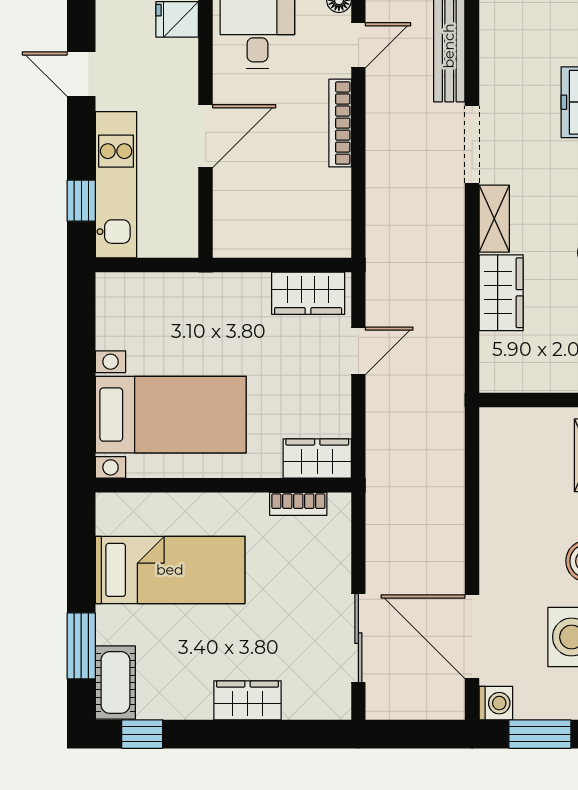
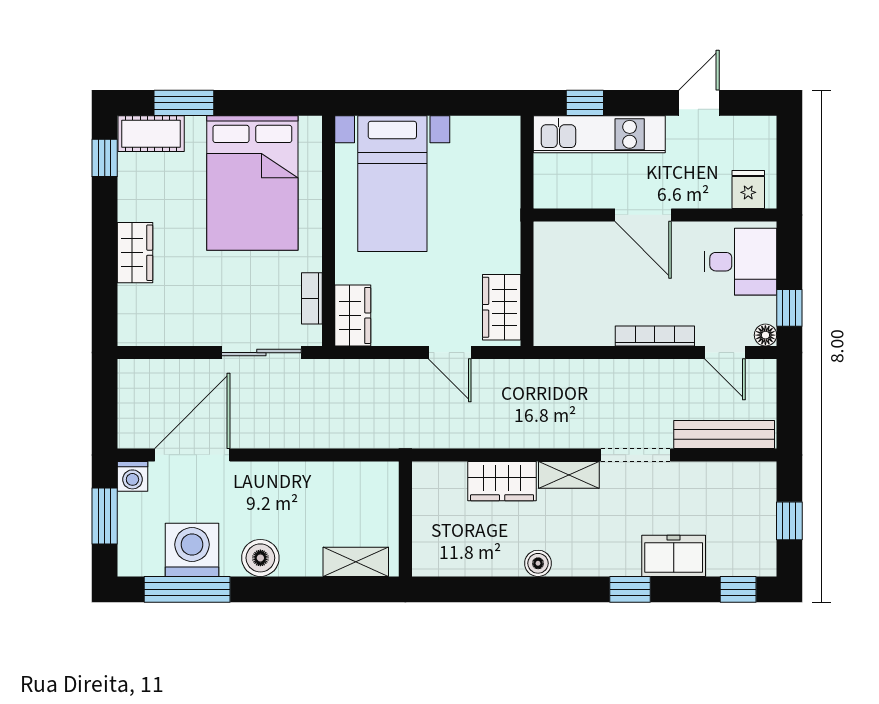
bed: (170, 570) -> (252, 183), width x1.50
sliding door: (358, 638) -> (261, 353), moved

